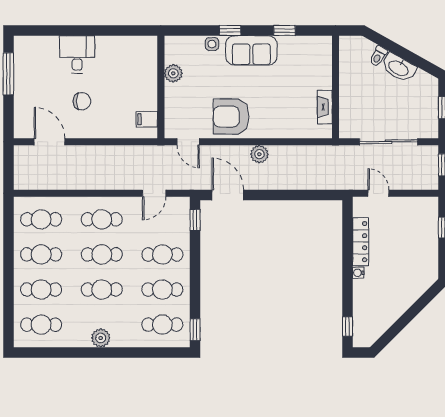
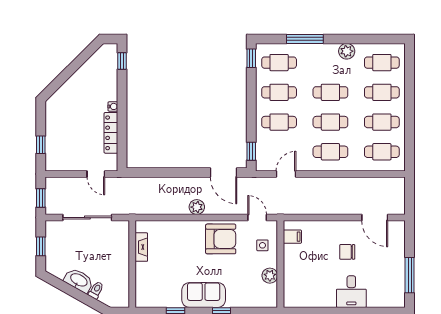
side table: (212, 44) -> (262, 245), moved
plant: (101, 338) -> (347, 51), moved
window: (132, 352) -> (305, 39), added

